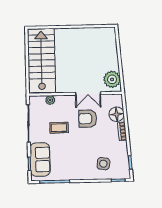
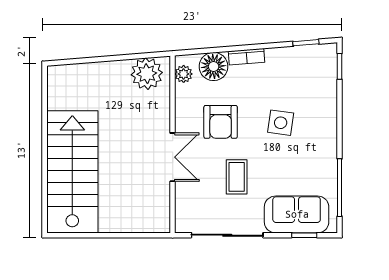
stairs: (41, 61) -> (72, 172), moved, turned 90
double door: (88, 93) -> (173, 157), moved
plant: (50, 100) -> (184, 74), moved
side table: (103, 164) -> (281, 123), moved

